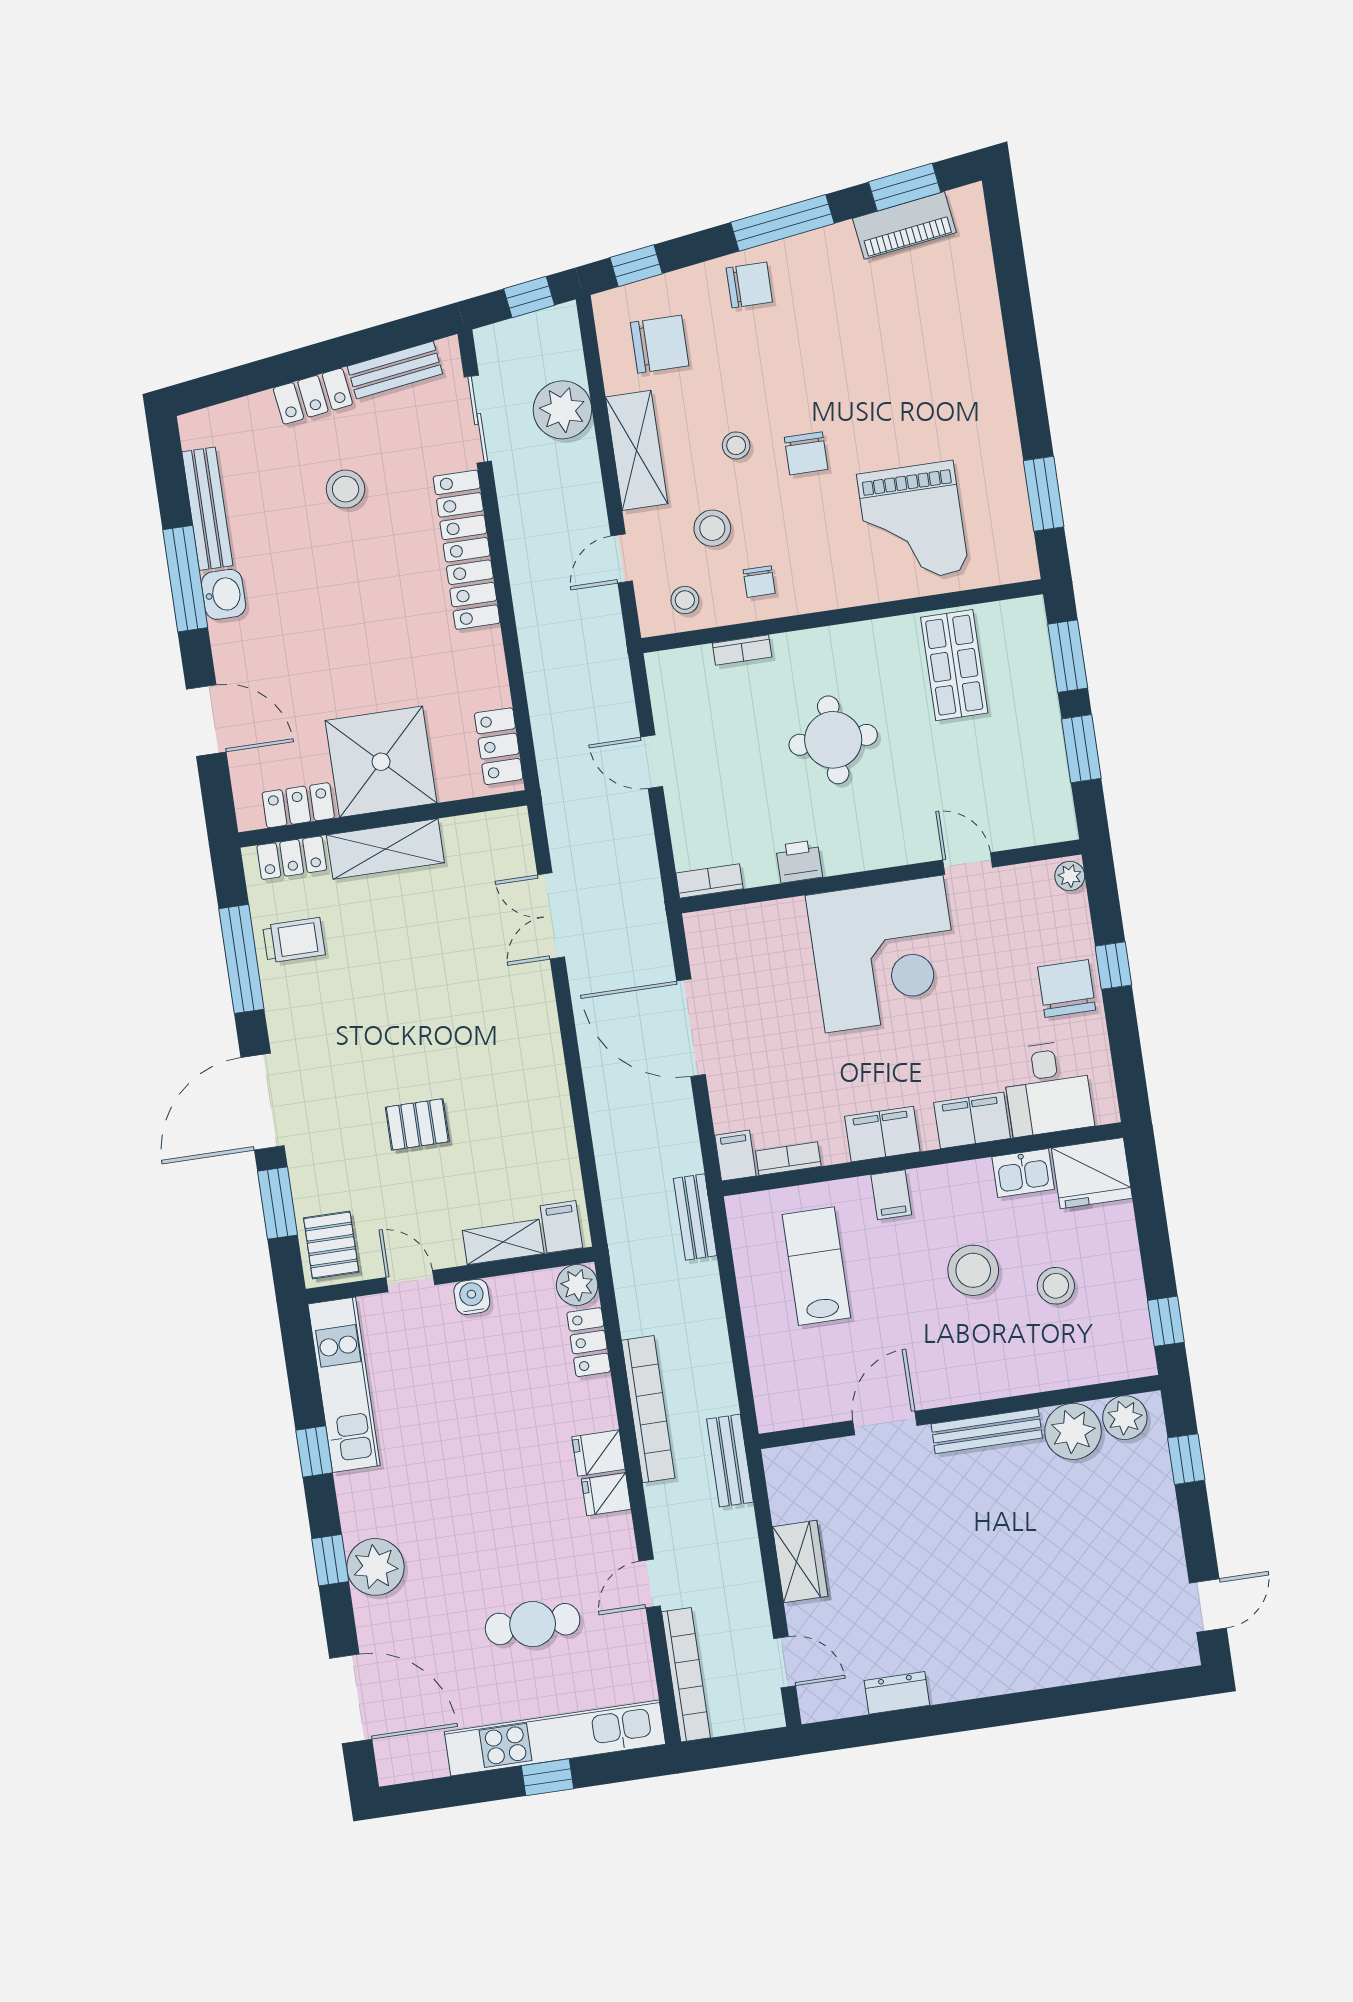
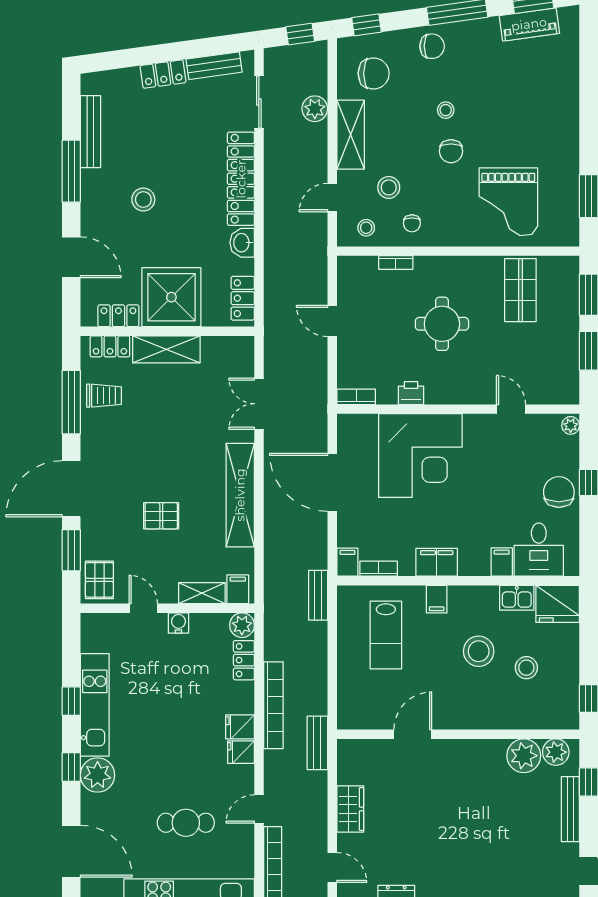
plant: (562, 410) -> (315, 109), width x0.73, depth x0.73
stool: (736, 445) -> (446, 110), moved
stool: (346, 489) -> (143, 199), moved
washbasin: (224, 594) -> (242, 243), moved, turned 180
corner desk: (884, 954) -> (420, 456), moved
shelving: (543, 1071) -> (240, 495), added
filing cabinet: (972, 1120) -> (502, 562), width x0.50
lab bench: (816, 1266) -> (386, 635), turned 180
kitchen unit: (344, 1385) -> (95, 705), moved
bench: (987, 1431) -> (570, 809), moved, turned 90

